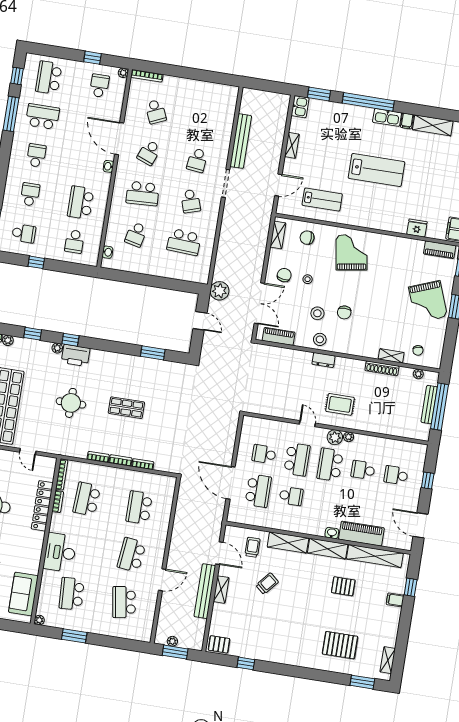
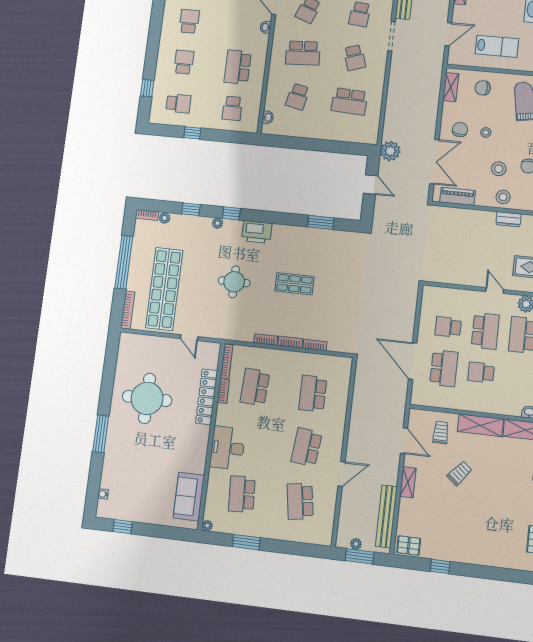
printer: (76, 355) -> (257, 232), moved
school desk: (291, 496) -> (481, 372), turned 180
bench: (205, 591) -> (386, 516), moved

